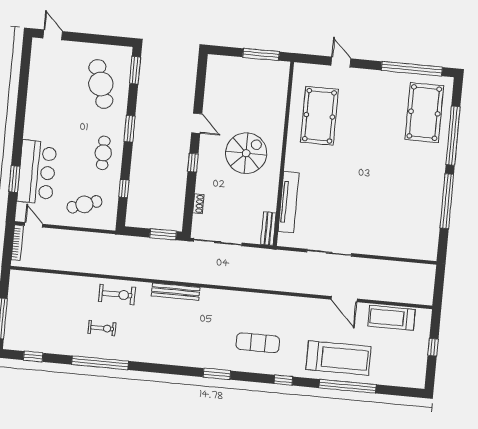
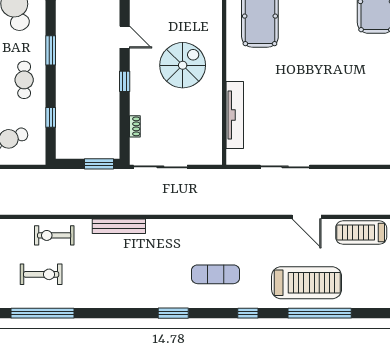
bench: (268, 229) -> (215, 147), removed
exercise bike: (117, 294) -> (54, 235), turned 180
exercise bike: (102, 328) -> (41, 274), width x1.38, depth x1.39

